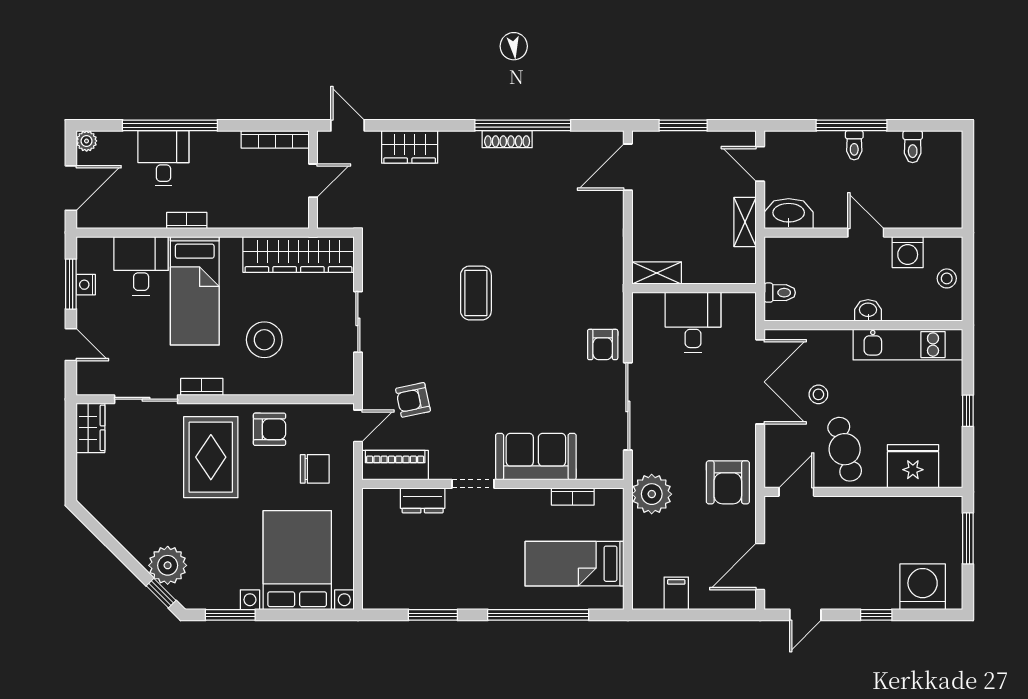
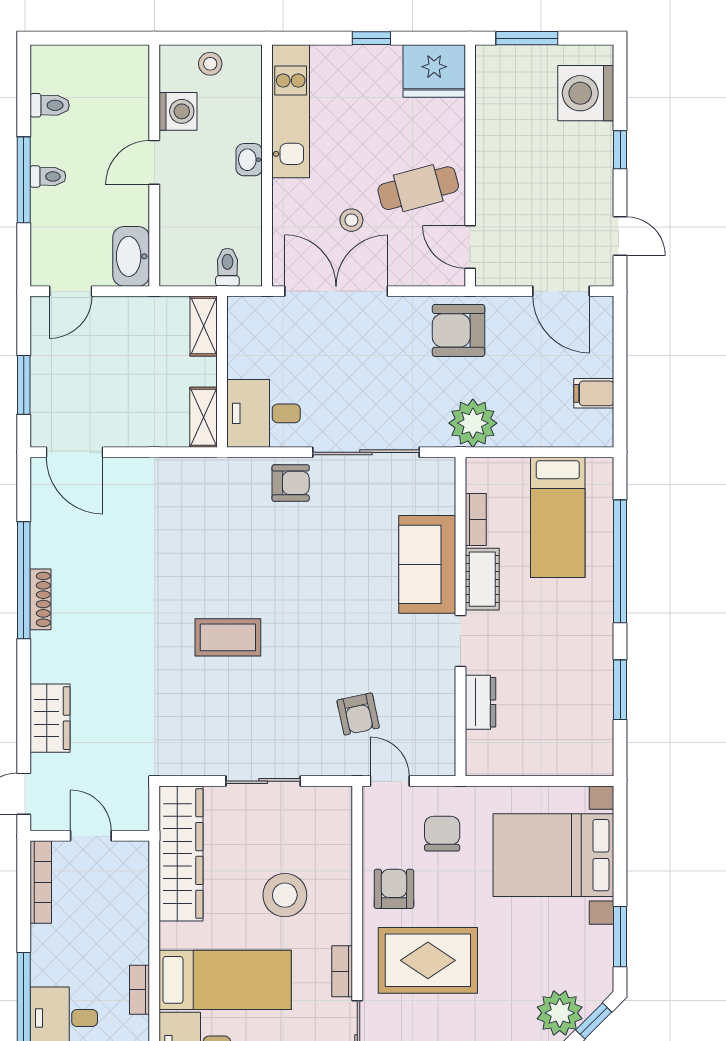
shelving: (745, 222) -> (204, 326), moved, turned 90
desk: (693, 322) -> (263, 413), moved
piano: (395, 465) -> (438, 736), removed
fridge: (913, 466) -> (434, 71), moved, turned -90
armchair: (728, 482) -> (459, 330), turned 180
cot: (524, 502) -> (482, 579), added

